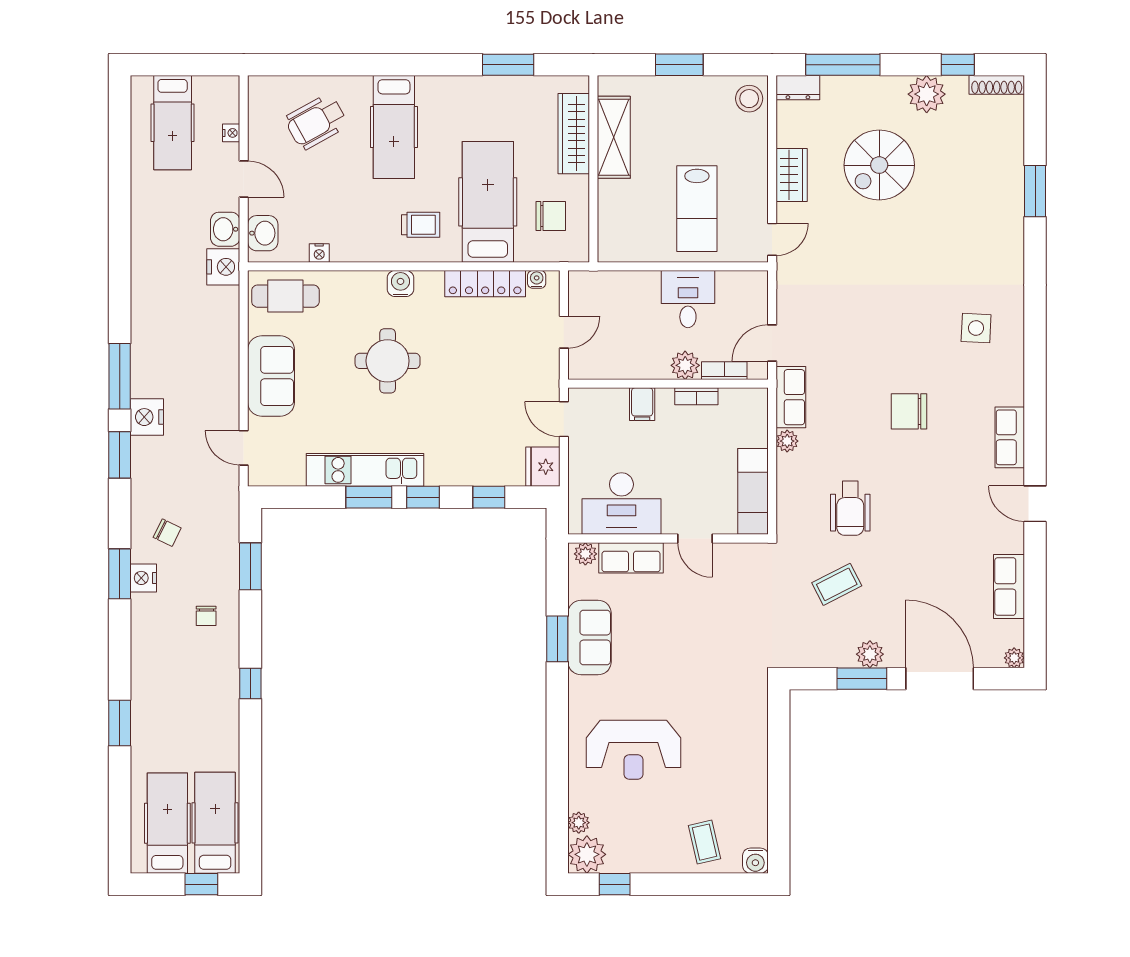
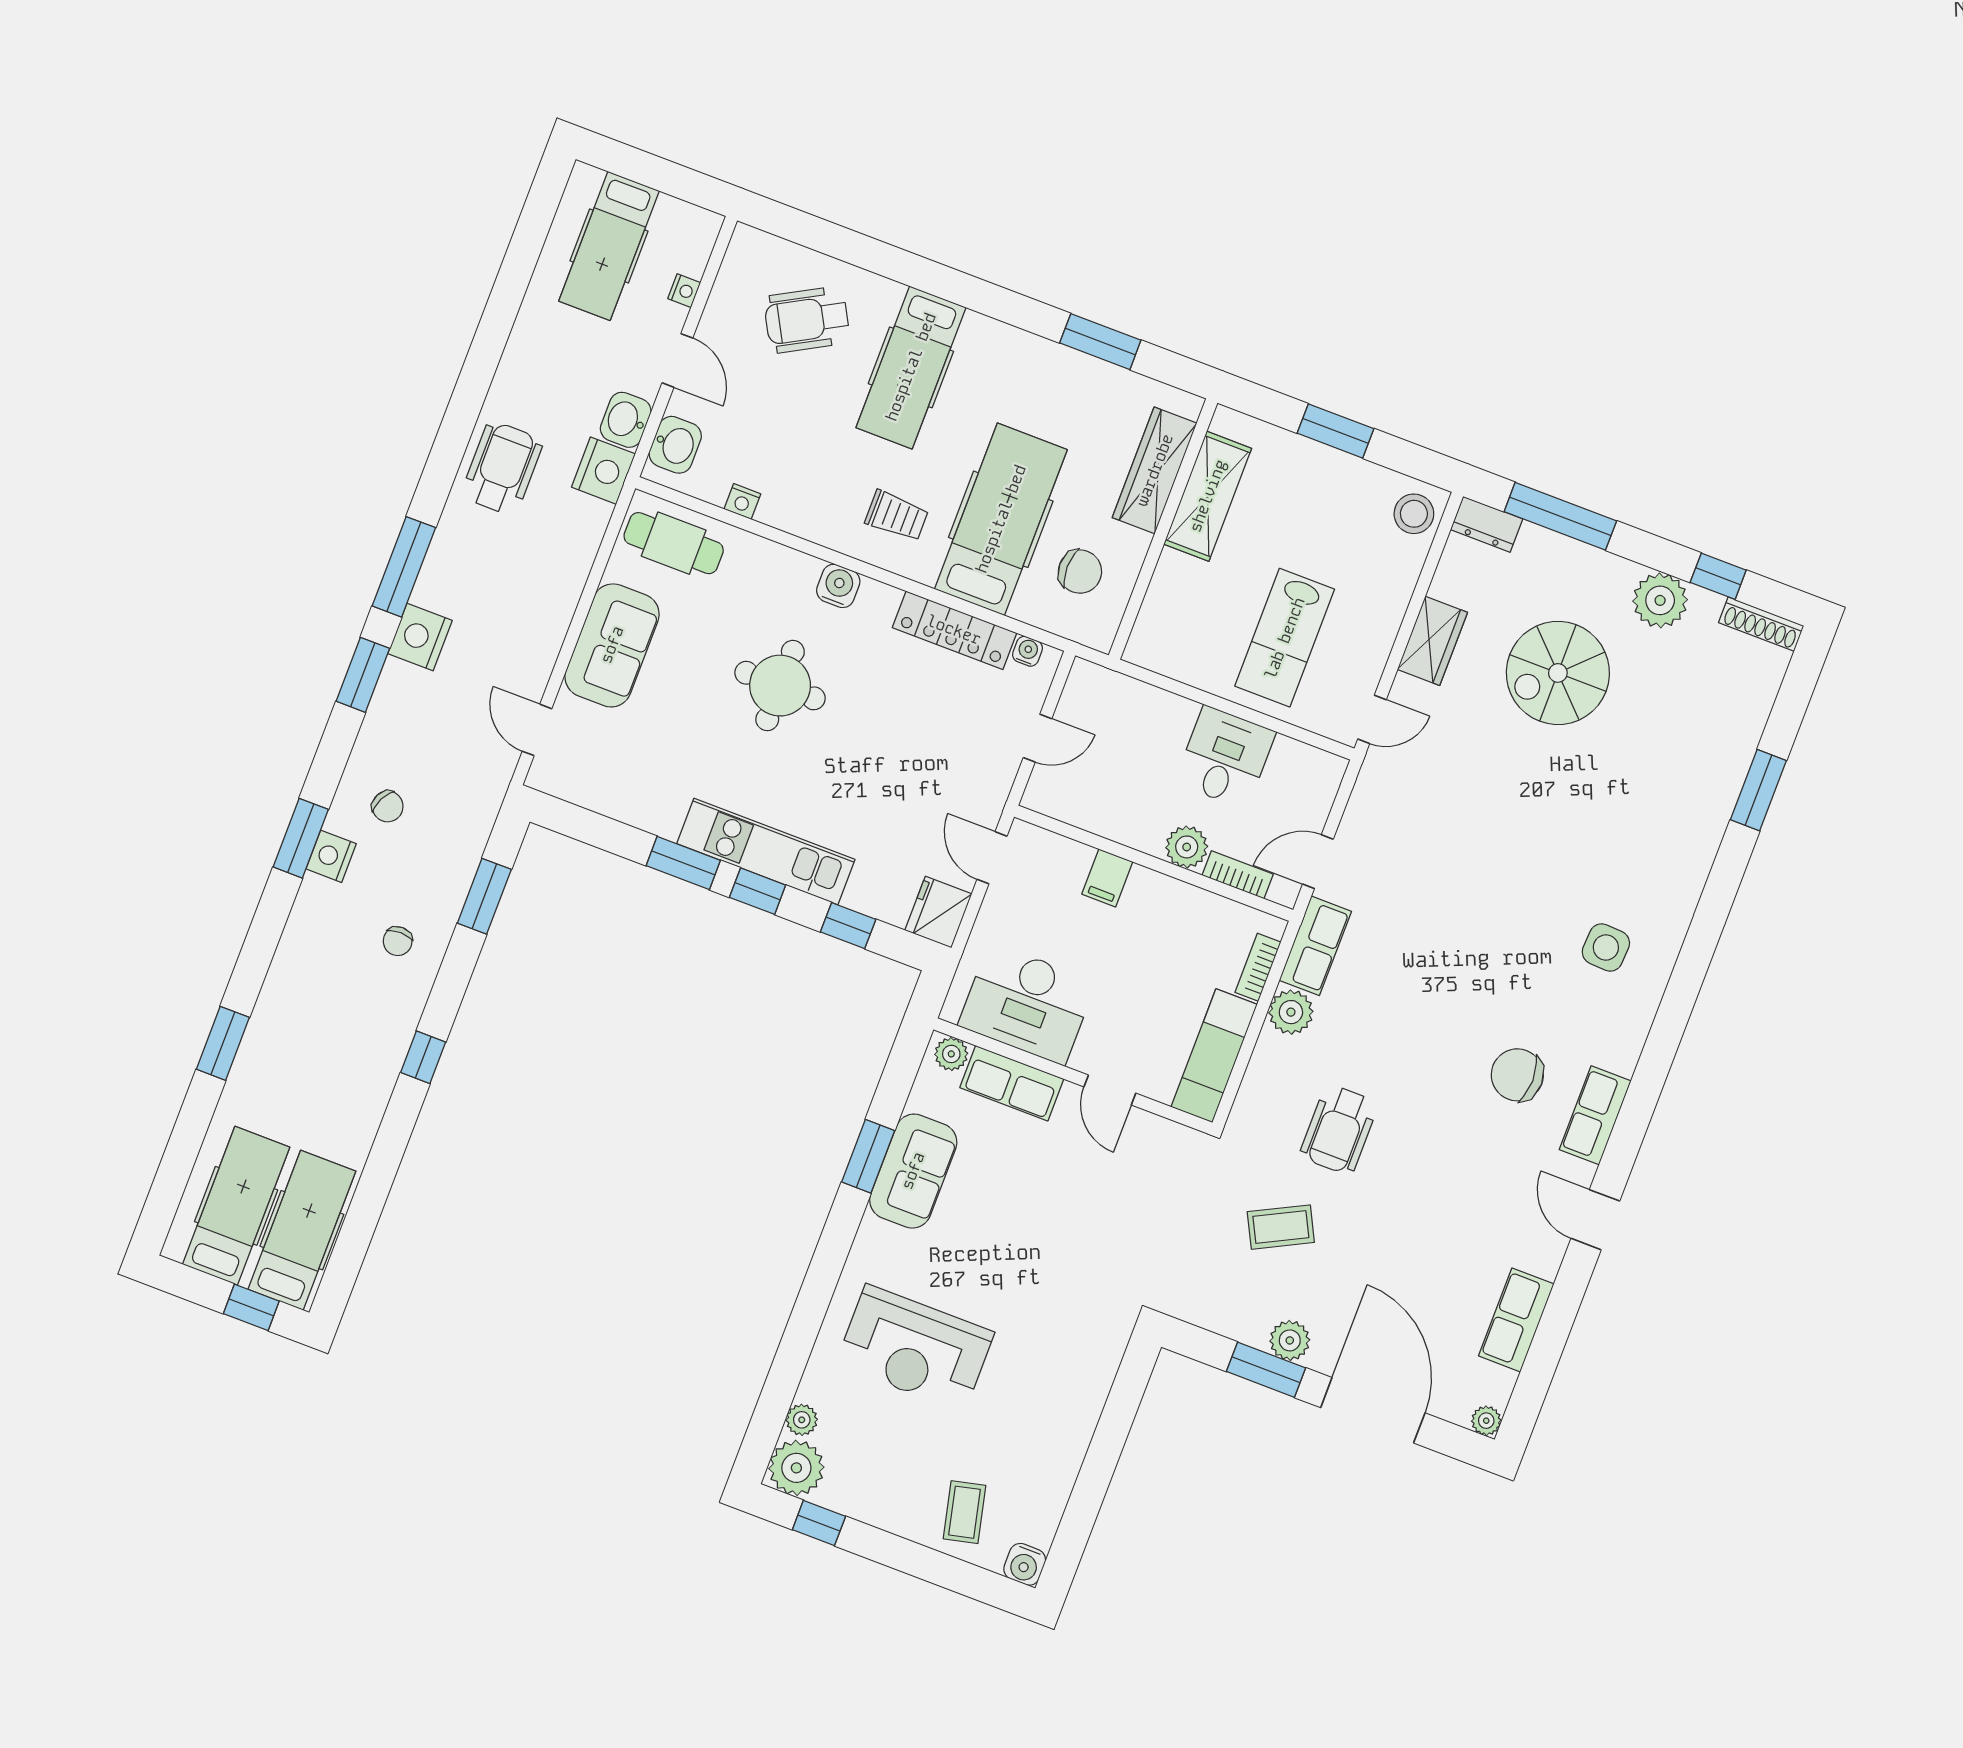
wheelchair: (158, 290) -> (502, 468), added
bookcase: (696, 396) -> (1258, 967), moved, turned 90
chair: (909, 411) -> (1517, 1075), moved
plant: (787, 441) -> (1291, 1012), width x1.38, depth x1.38
kitchen unit: (365, 470) -> (766, 852), moved

